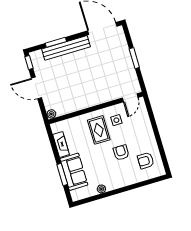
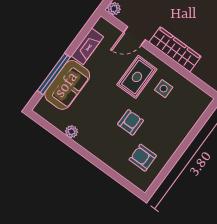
wardrobe: (100, 97) -> (175, 49), added
door: (130, 98) -> (134, 36), moved
window: (62, 174) -> (54, 74), width x1.44

